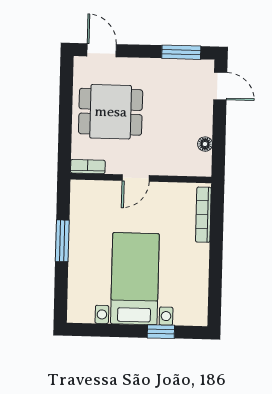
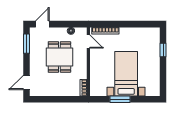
dining table: (111, 112) -> (59, 57), moved
door: (136, 178) -> (88, 42), moved
bed with nightstands: (135, 279) -> (126, 74), moved, turned 90

